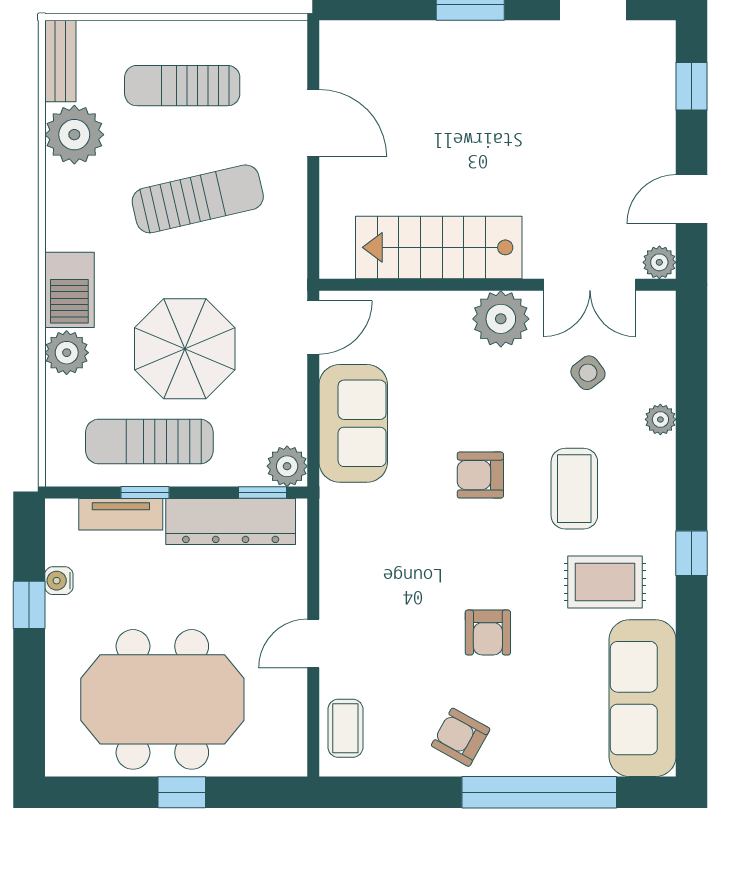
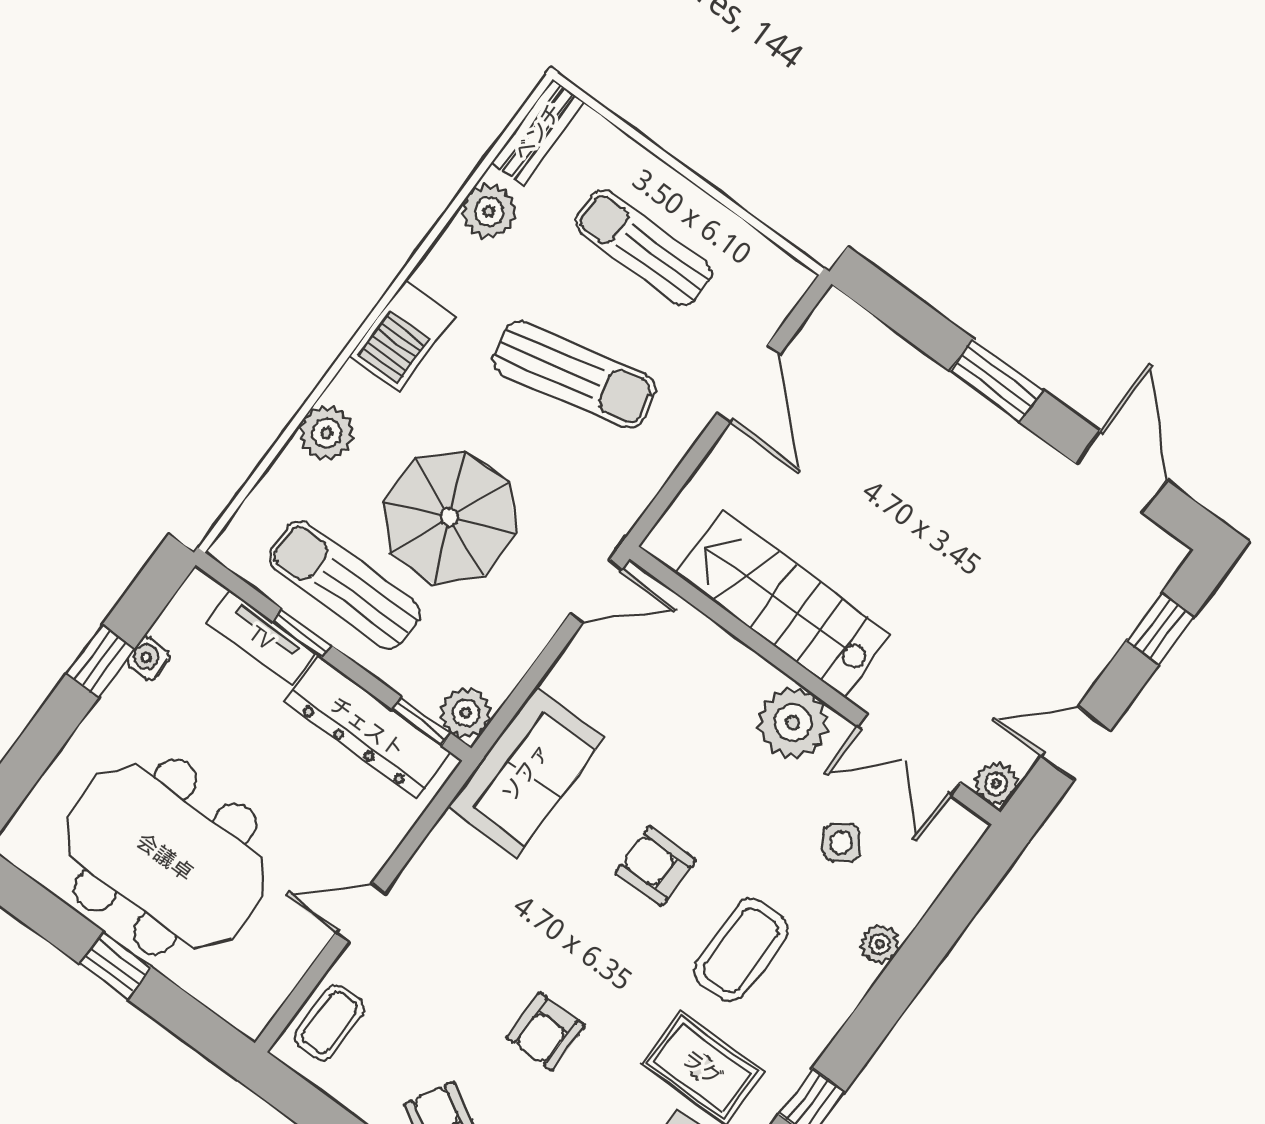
plant: (74, 135) -> (489, 211), width x0.73, depth x0.73
barbecue: (69, 290) -> (402, 336), moved
sofa: (353, 423) -> (526, 772), moved

